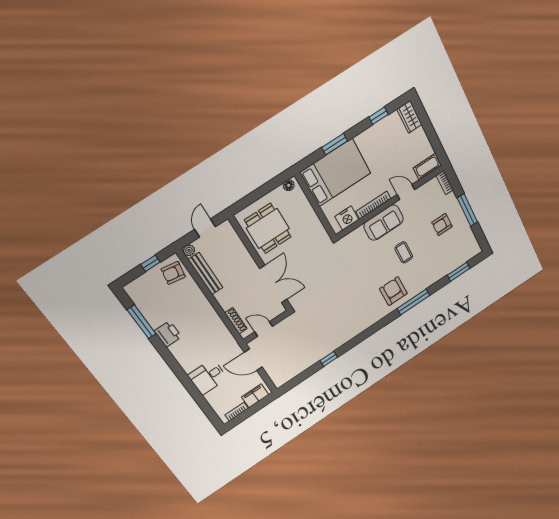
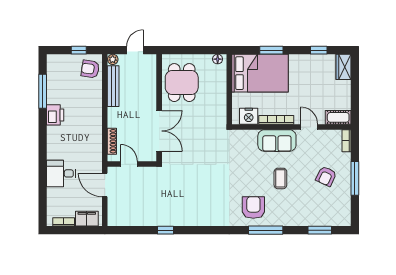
armchair: (442, 225) -> (326, 176), turned -65

